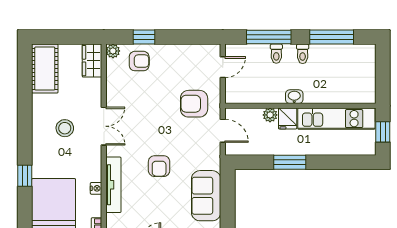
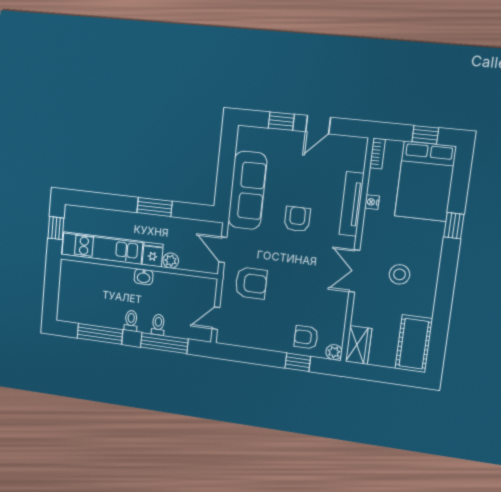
sofa: (206, 196) -> (247, 190), width x1.36

